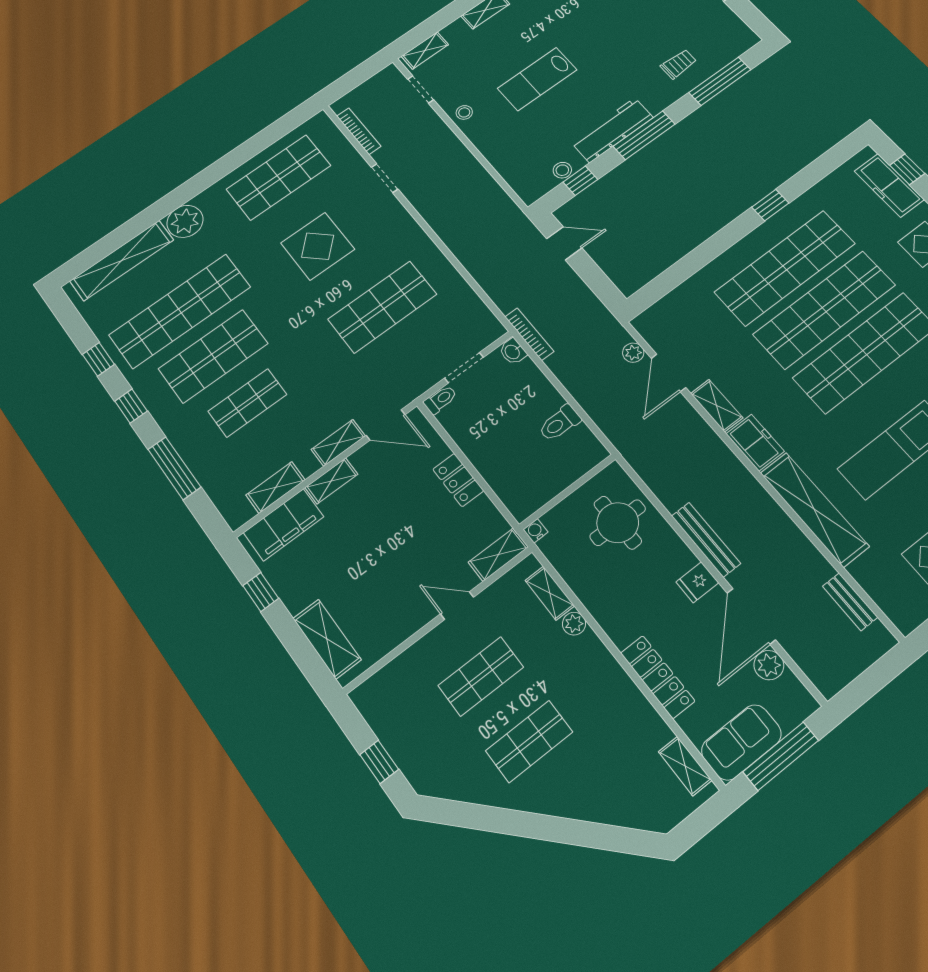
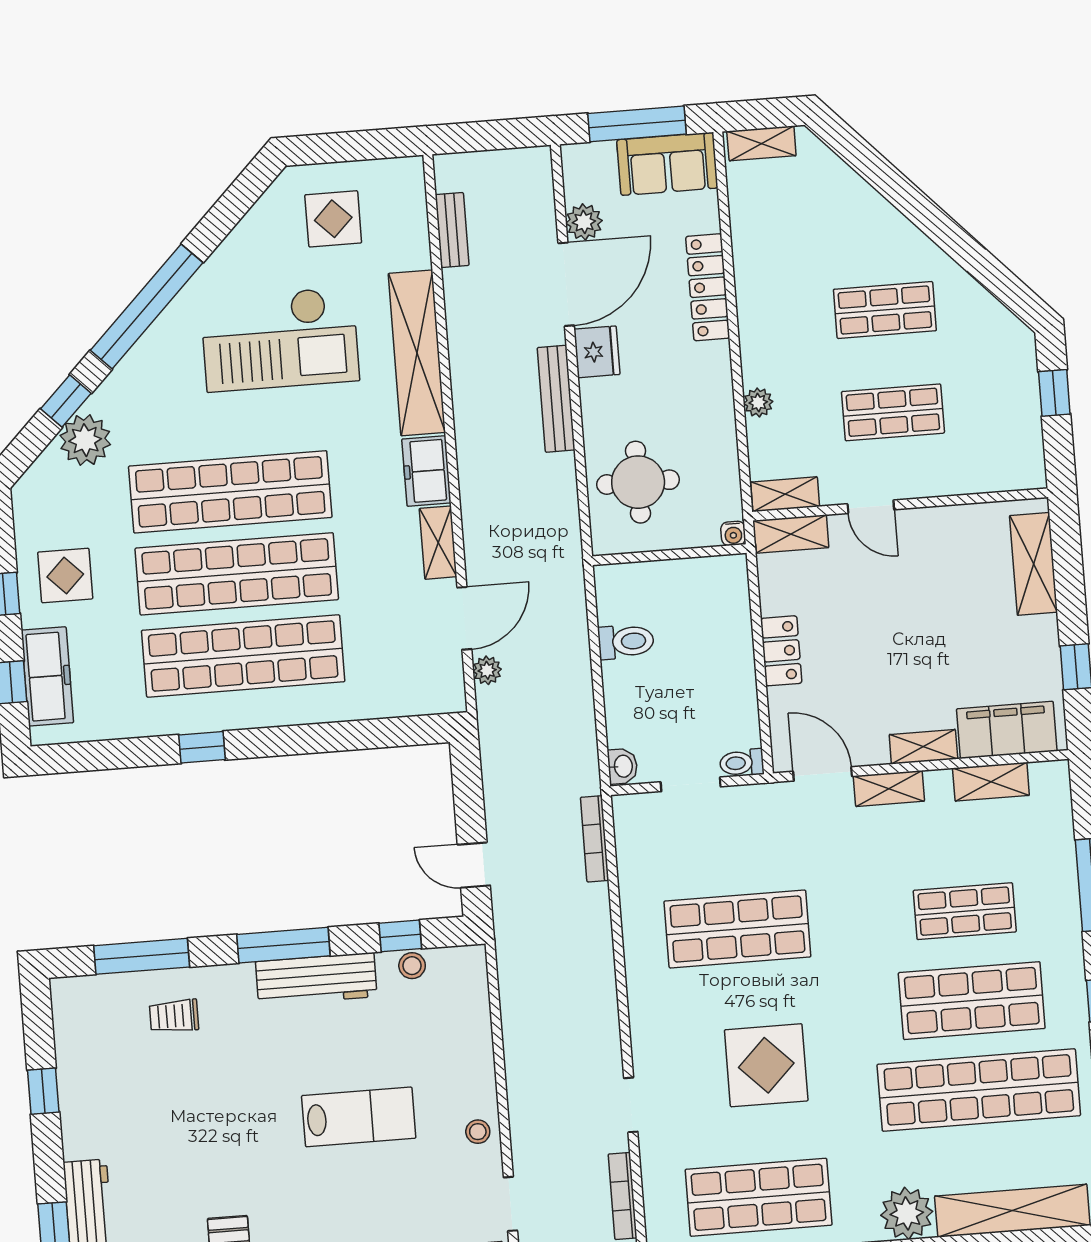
bookcase: (529, 334) -> (595, 839), moved
fridge: (697, 582) -> (597, 352), width x1.38
shelving: (550, 593) -> (785, 494), moved, turned 90
shelving: (685, 766) -> (761, 143), moved, turned 90

